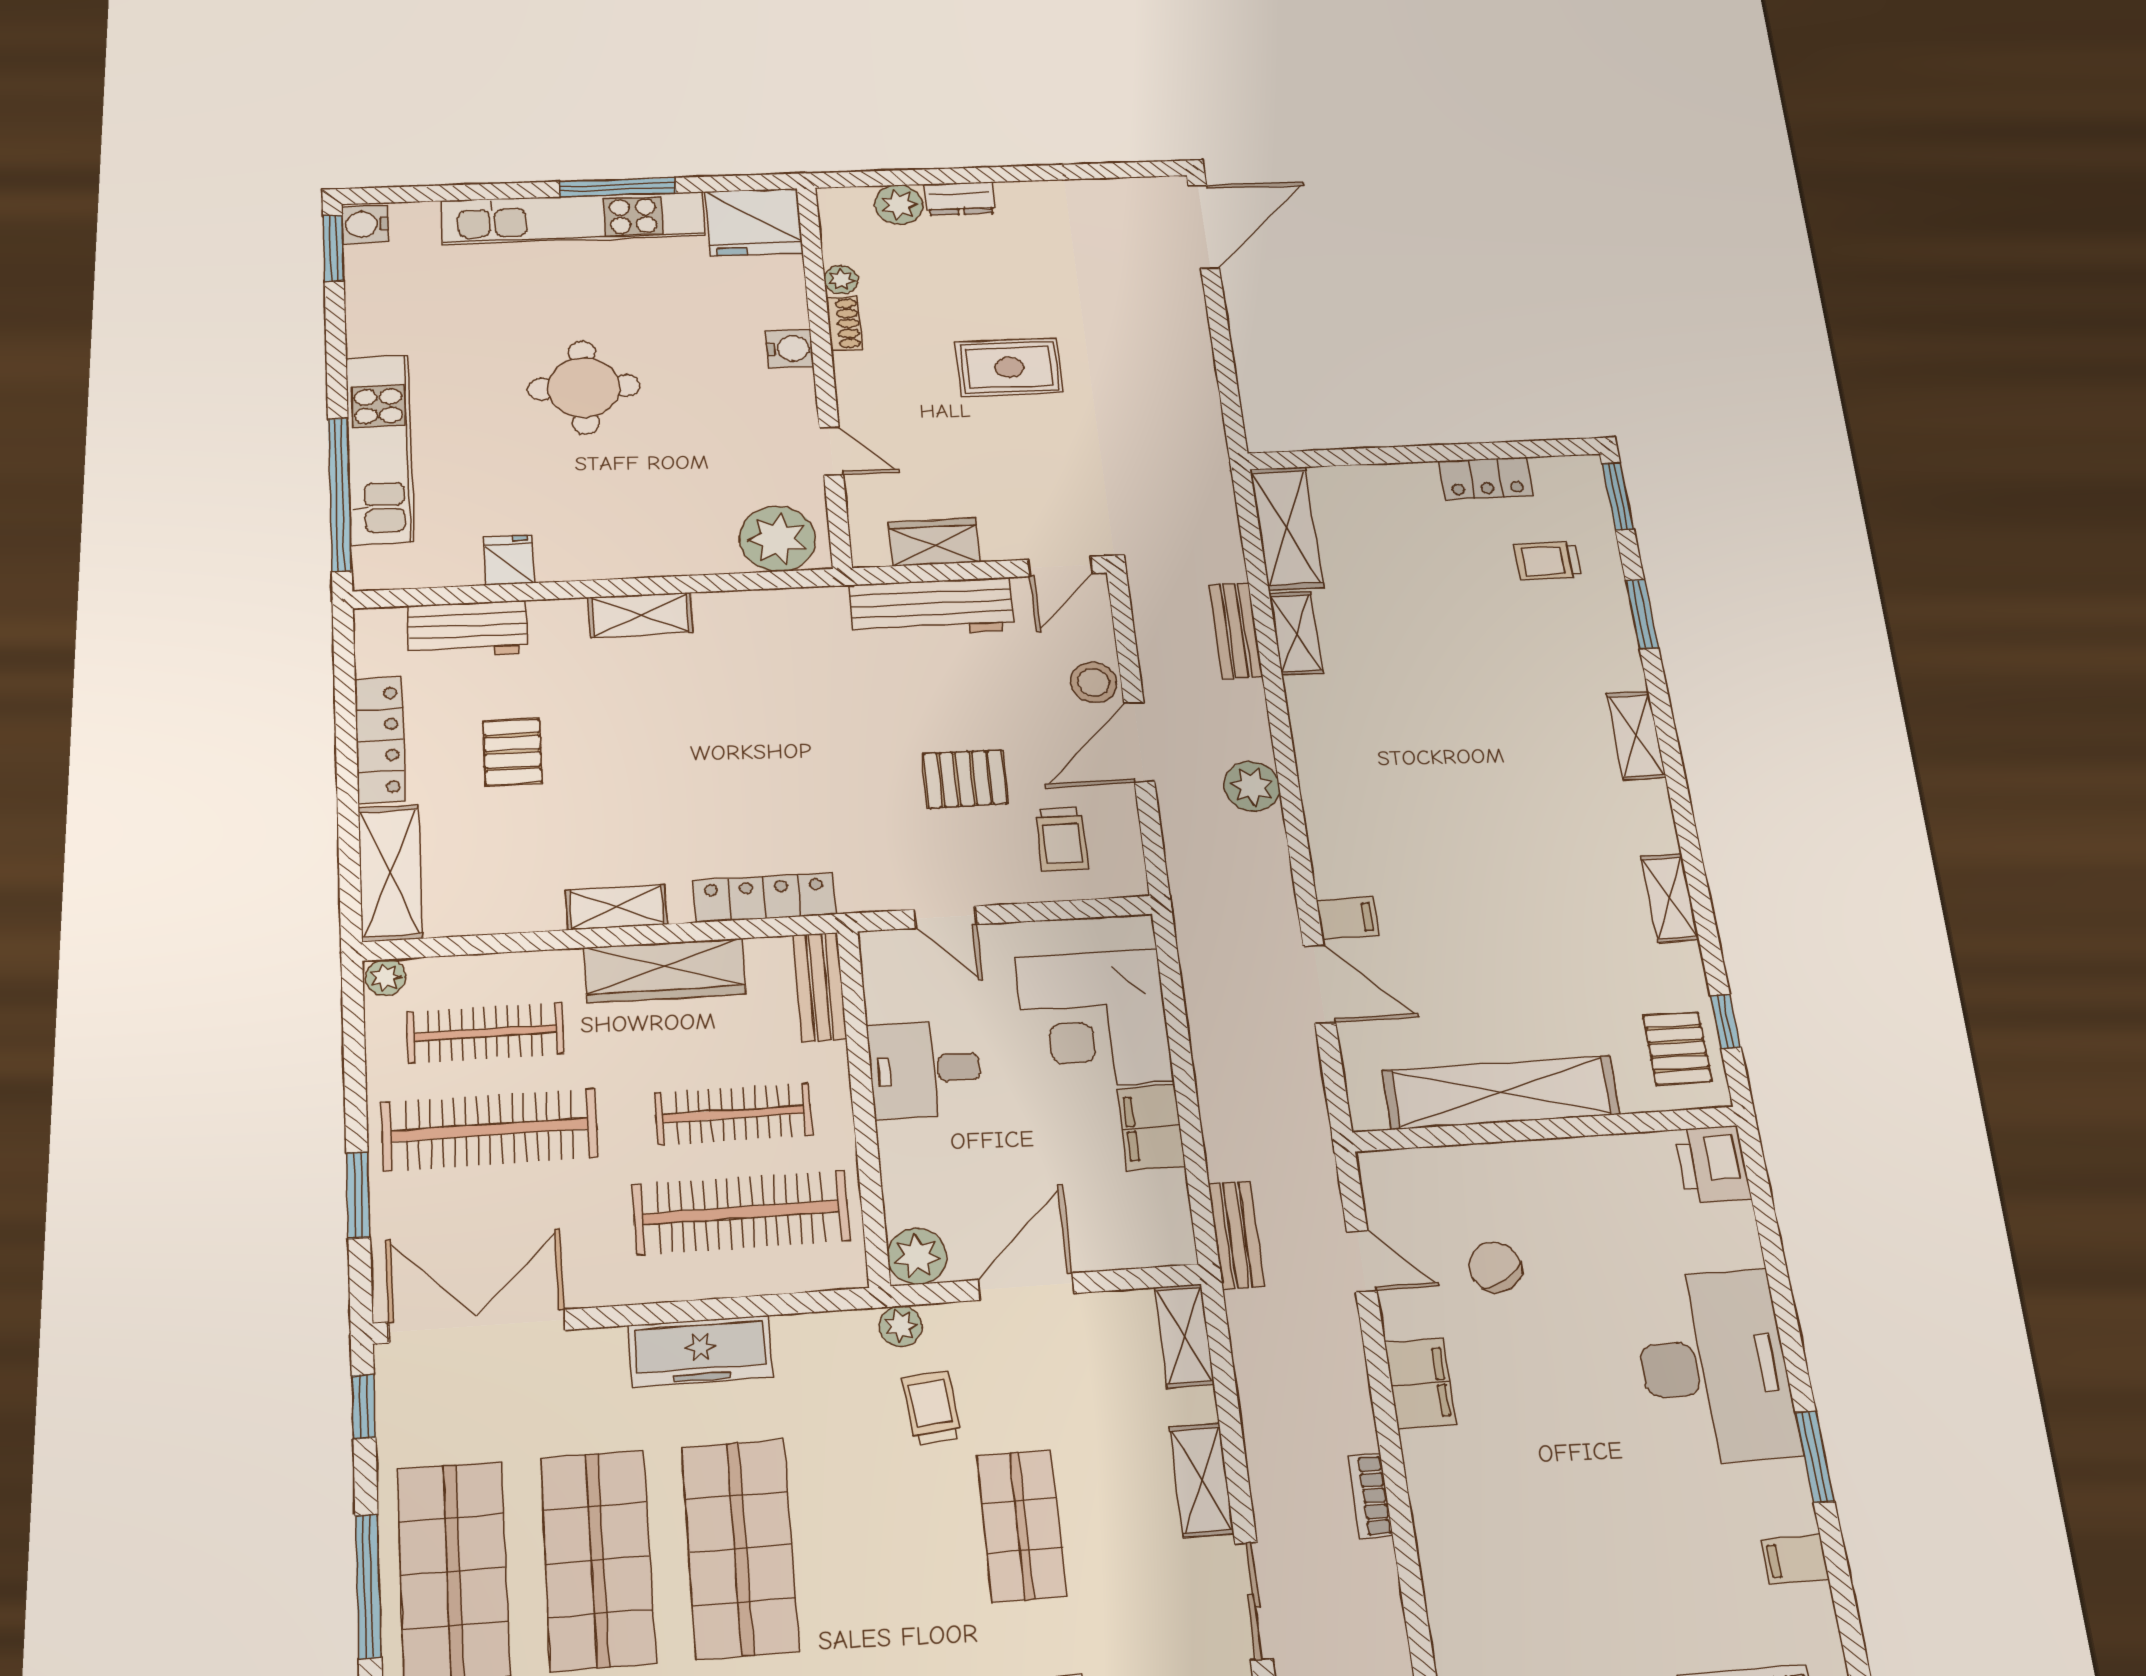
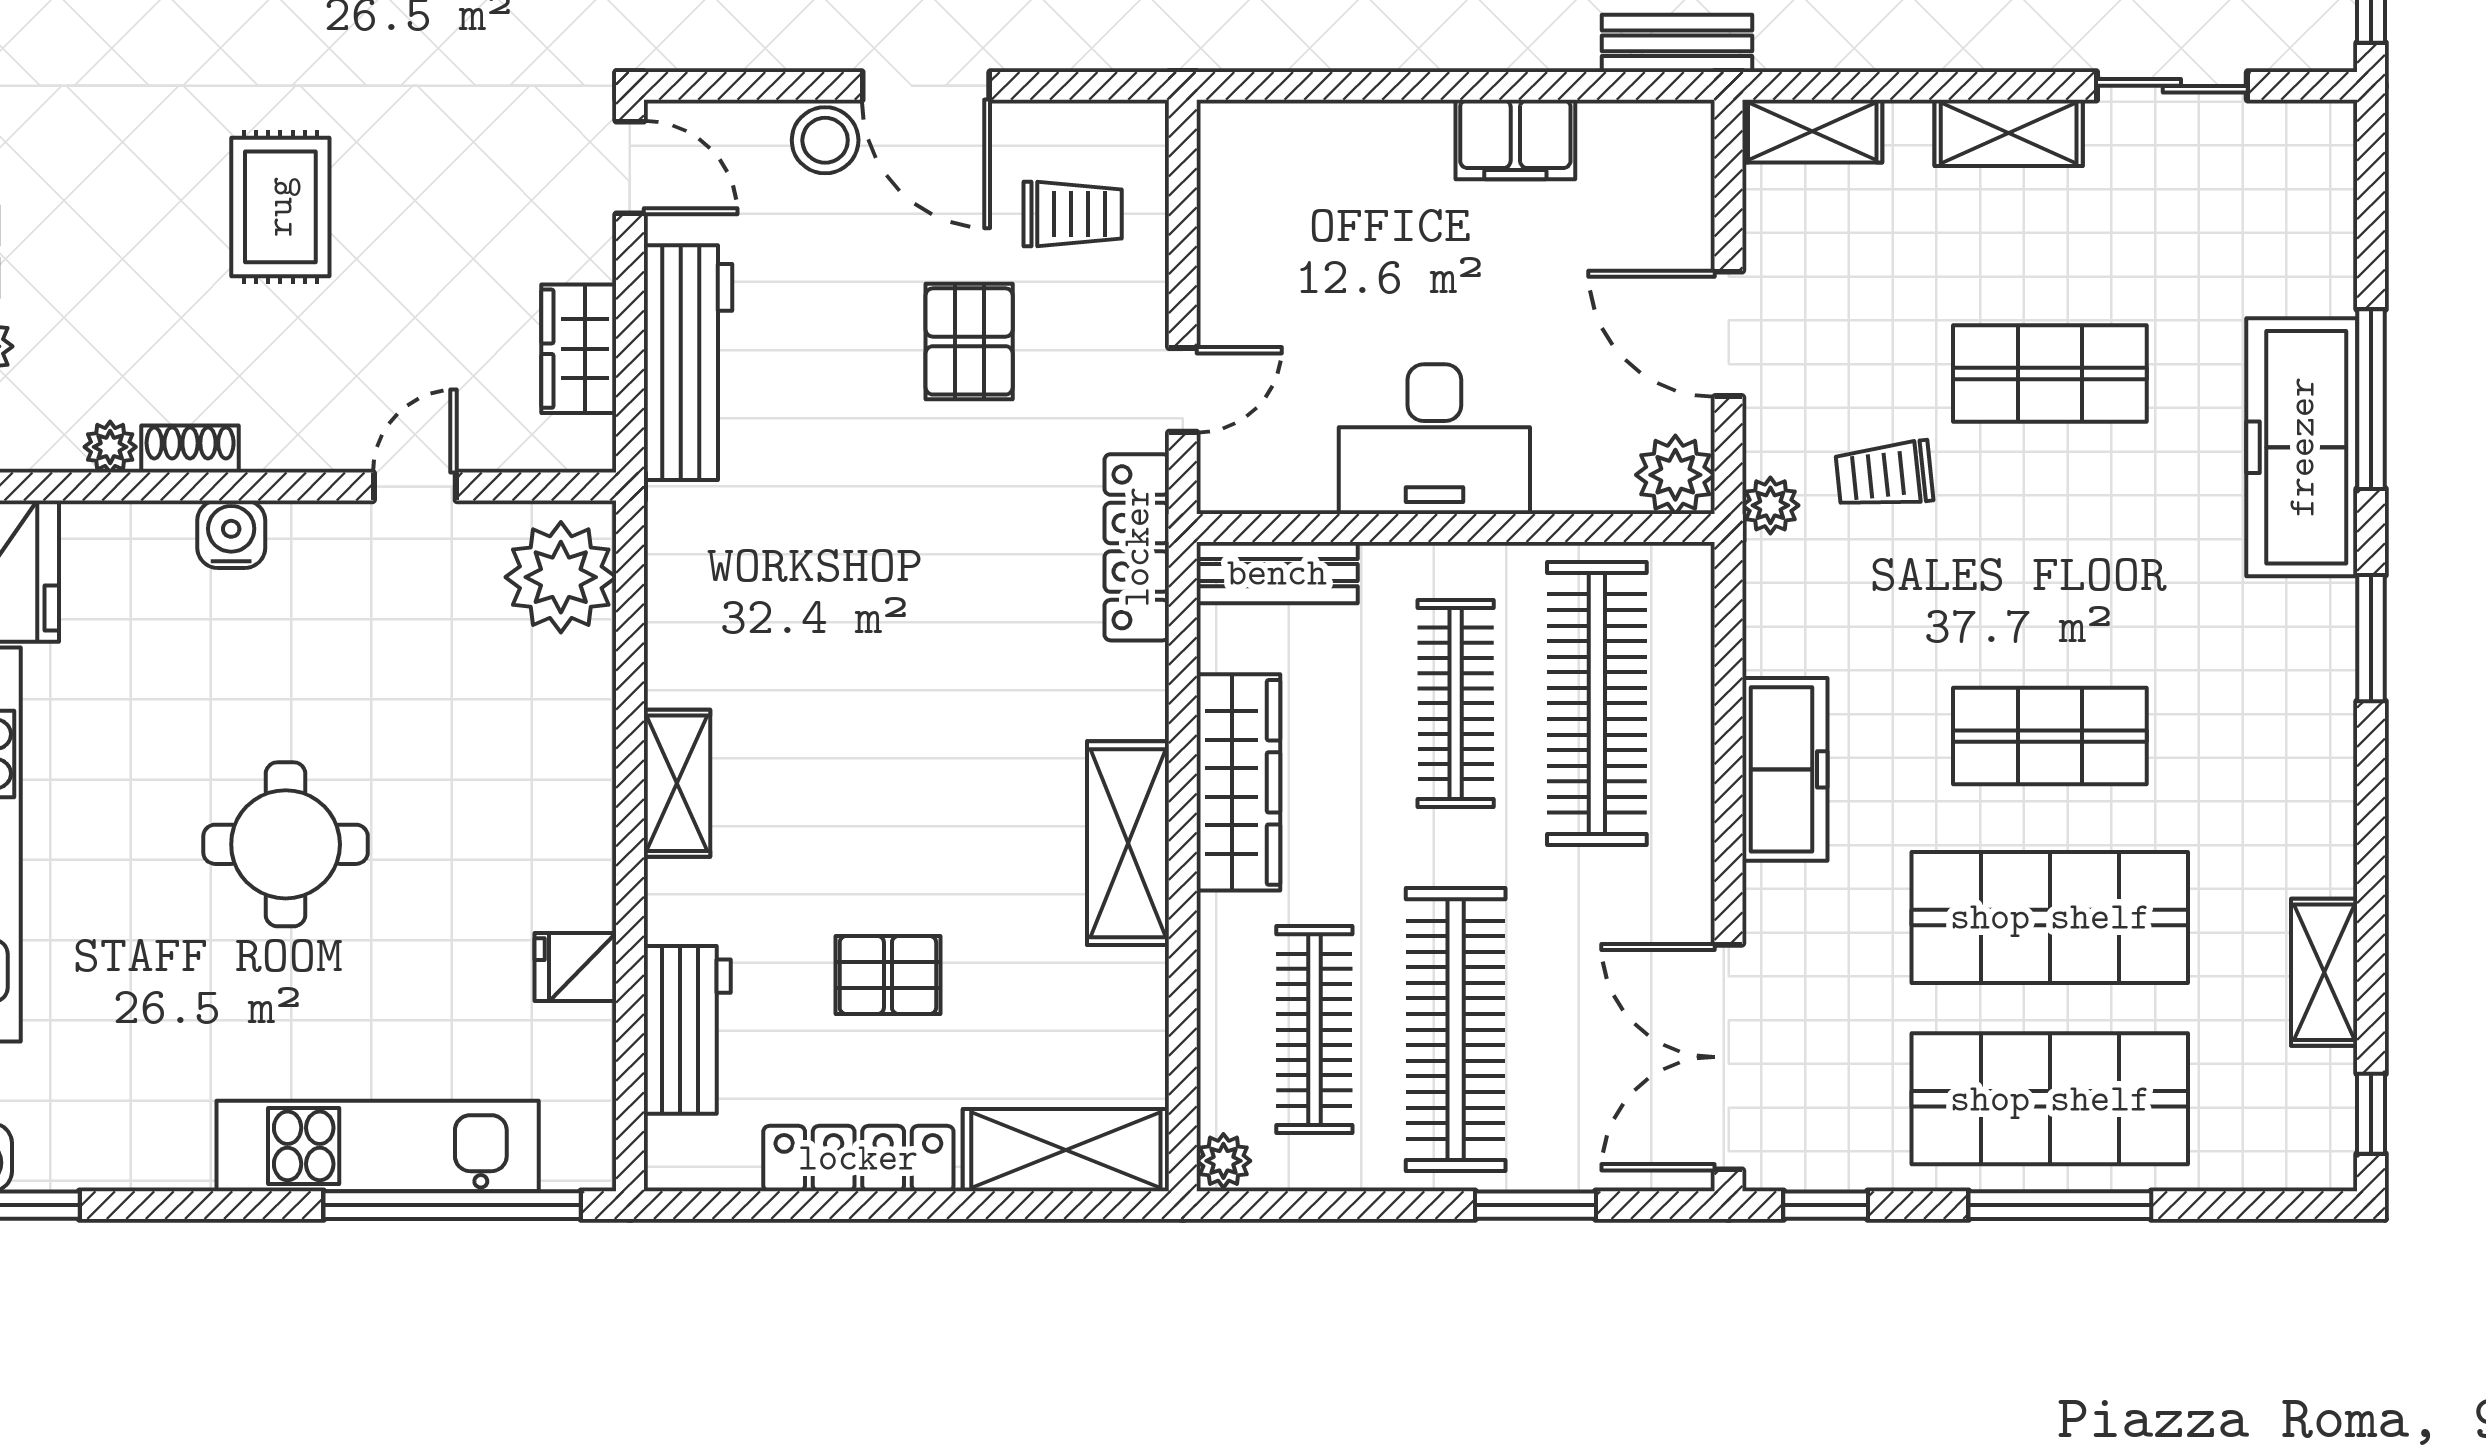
locker: (764, 898) -> (1137, 547), moved
shelving: (616, 907) -> (1128, 843), width x1.50, depth x1.33
corner desk: (1094, 1019) -> (1350, 200), removed
desk: (925, 1069) -> (1434, 439), width x1.37
shop shelf: (740, 1548) -> (2050, 736), width x0.70, depth x0.74

